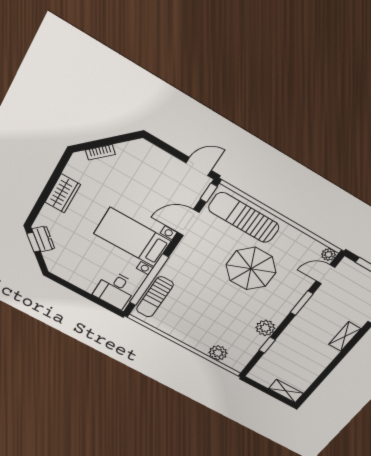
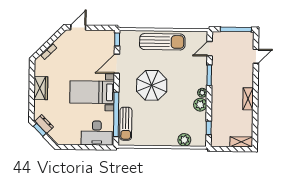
door: (199, 167) -> (78, 27), moved
sun lounger: (244, 218) -> (162, 42), moved, turned 180
plant: (329, 254) -> (202, 93), moved
parasol: (251, 269) -> (152, 85), moved
desk: (115, 290) -> (97, 133), width x1.37
shelving: (345, 337) -> (248, 99), moved
window: (267, 345) -> (209, 128), moved

